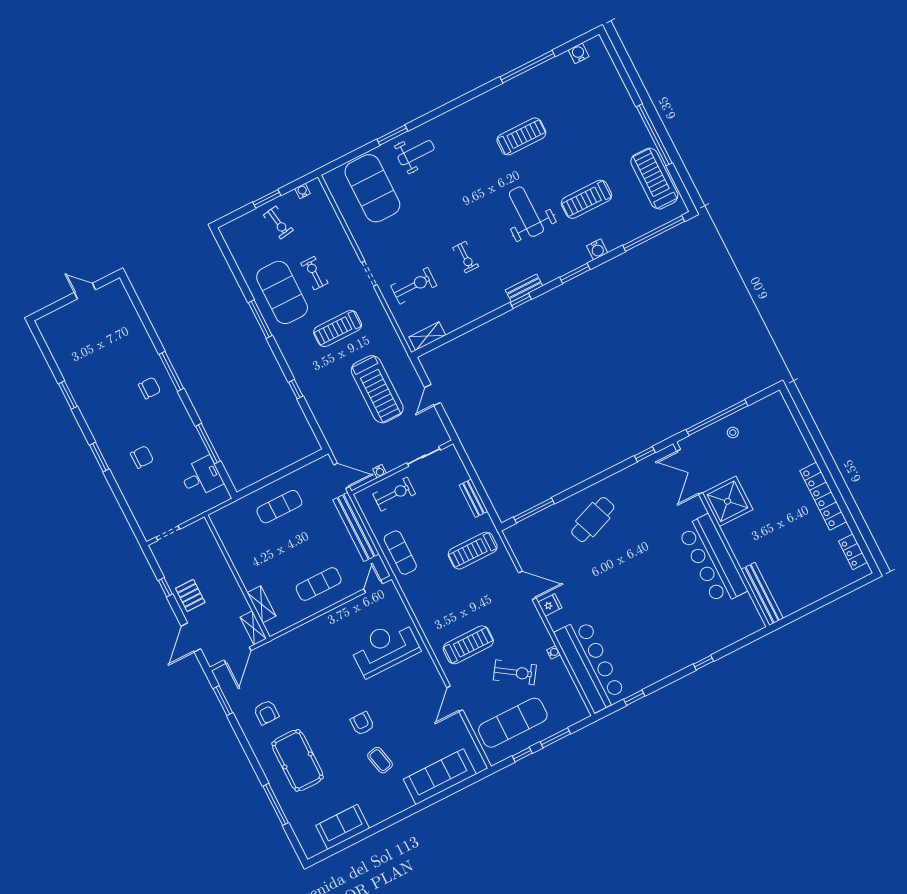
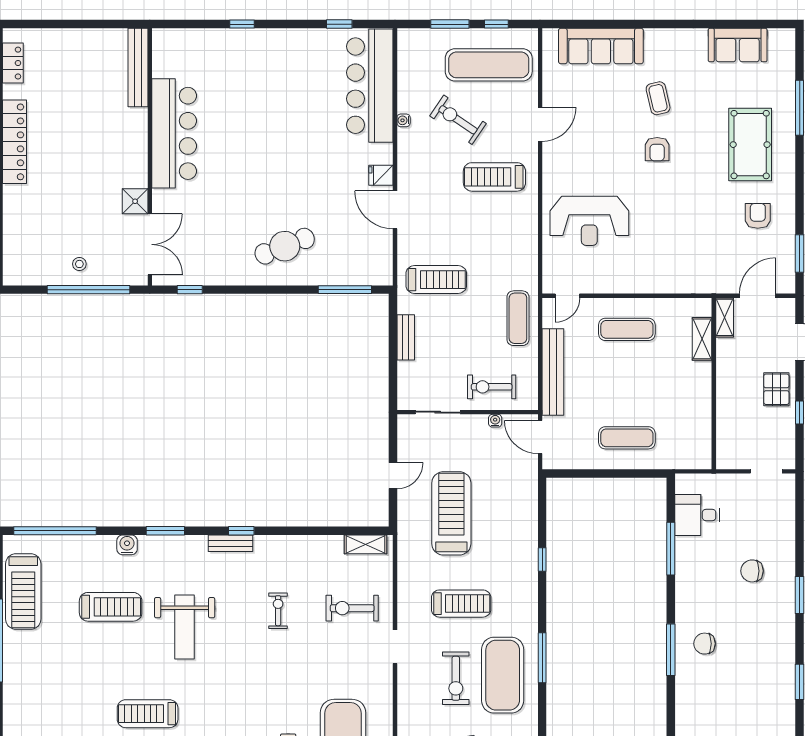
exercise bike: (314, 273) -> (456, 678), width x1.38, depth x1.39
shower: (728, 501) -> (135, 201), width x0.54, depth x0.54

